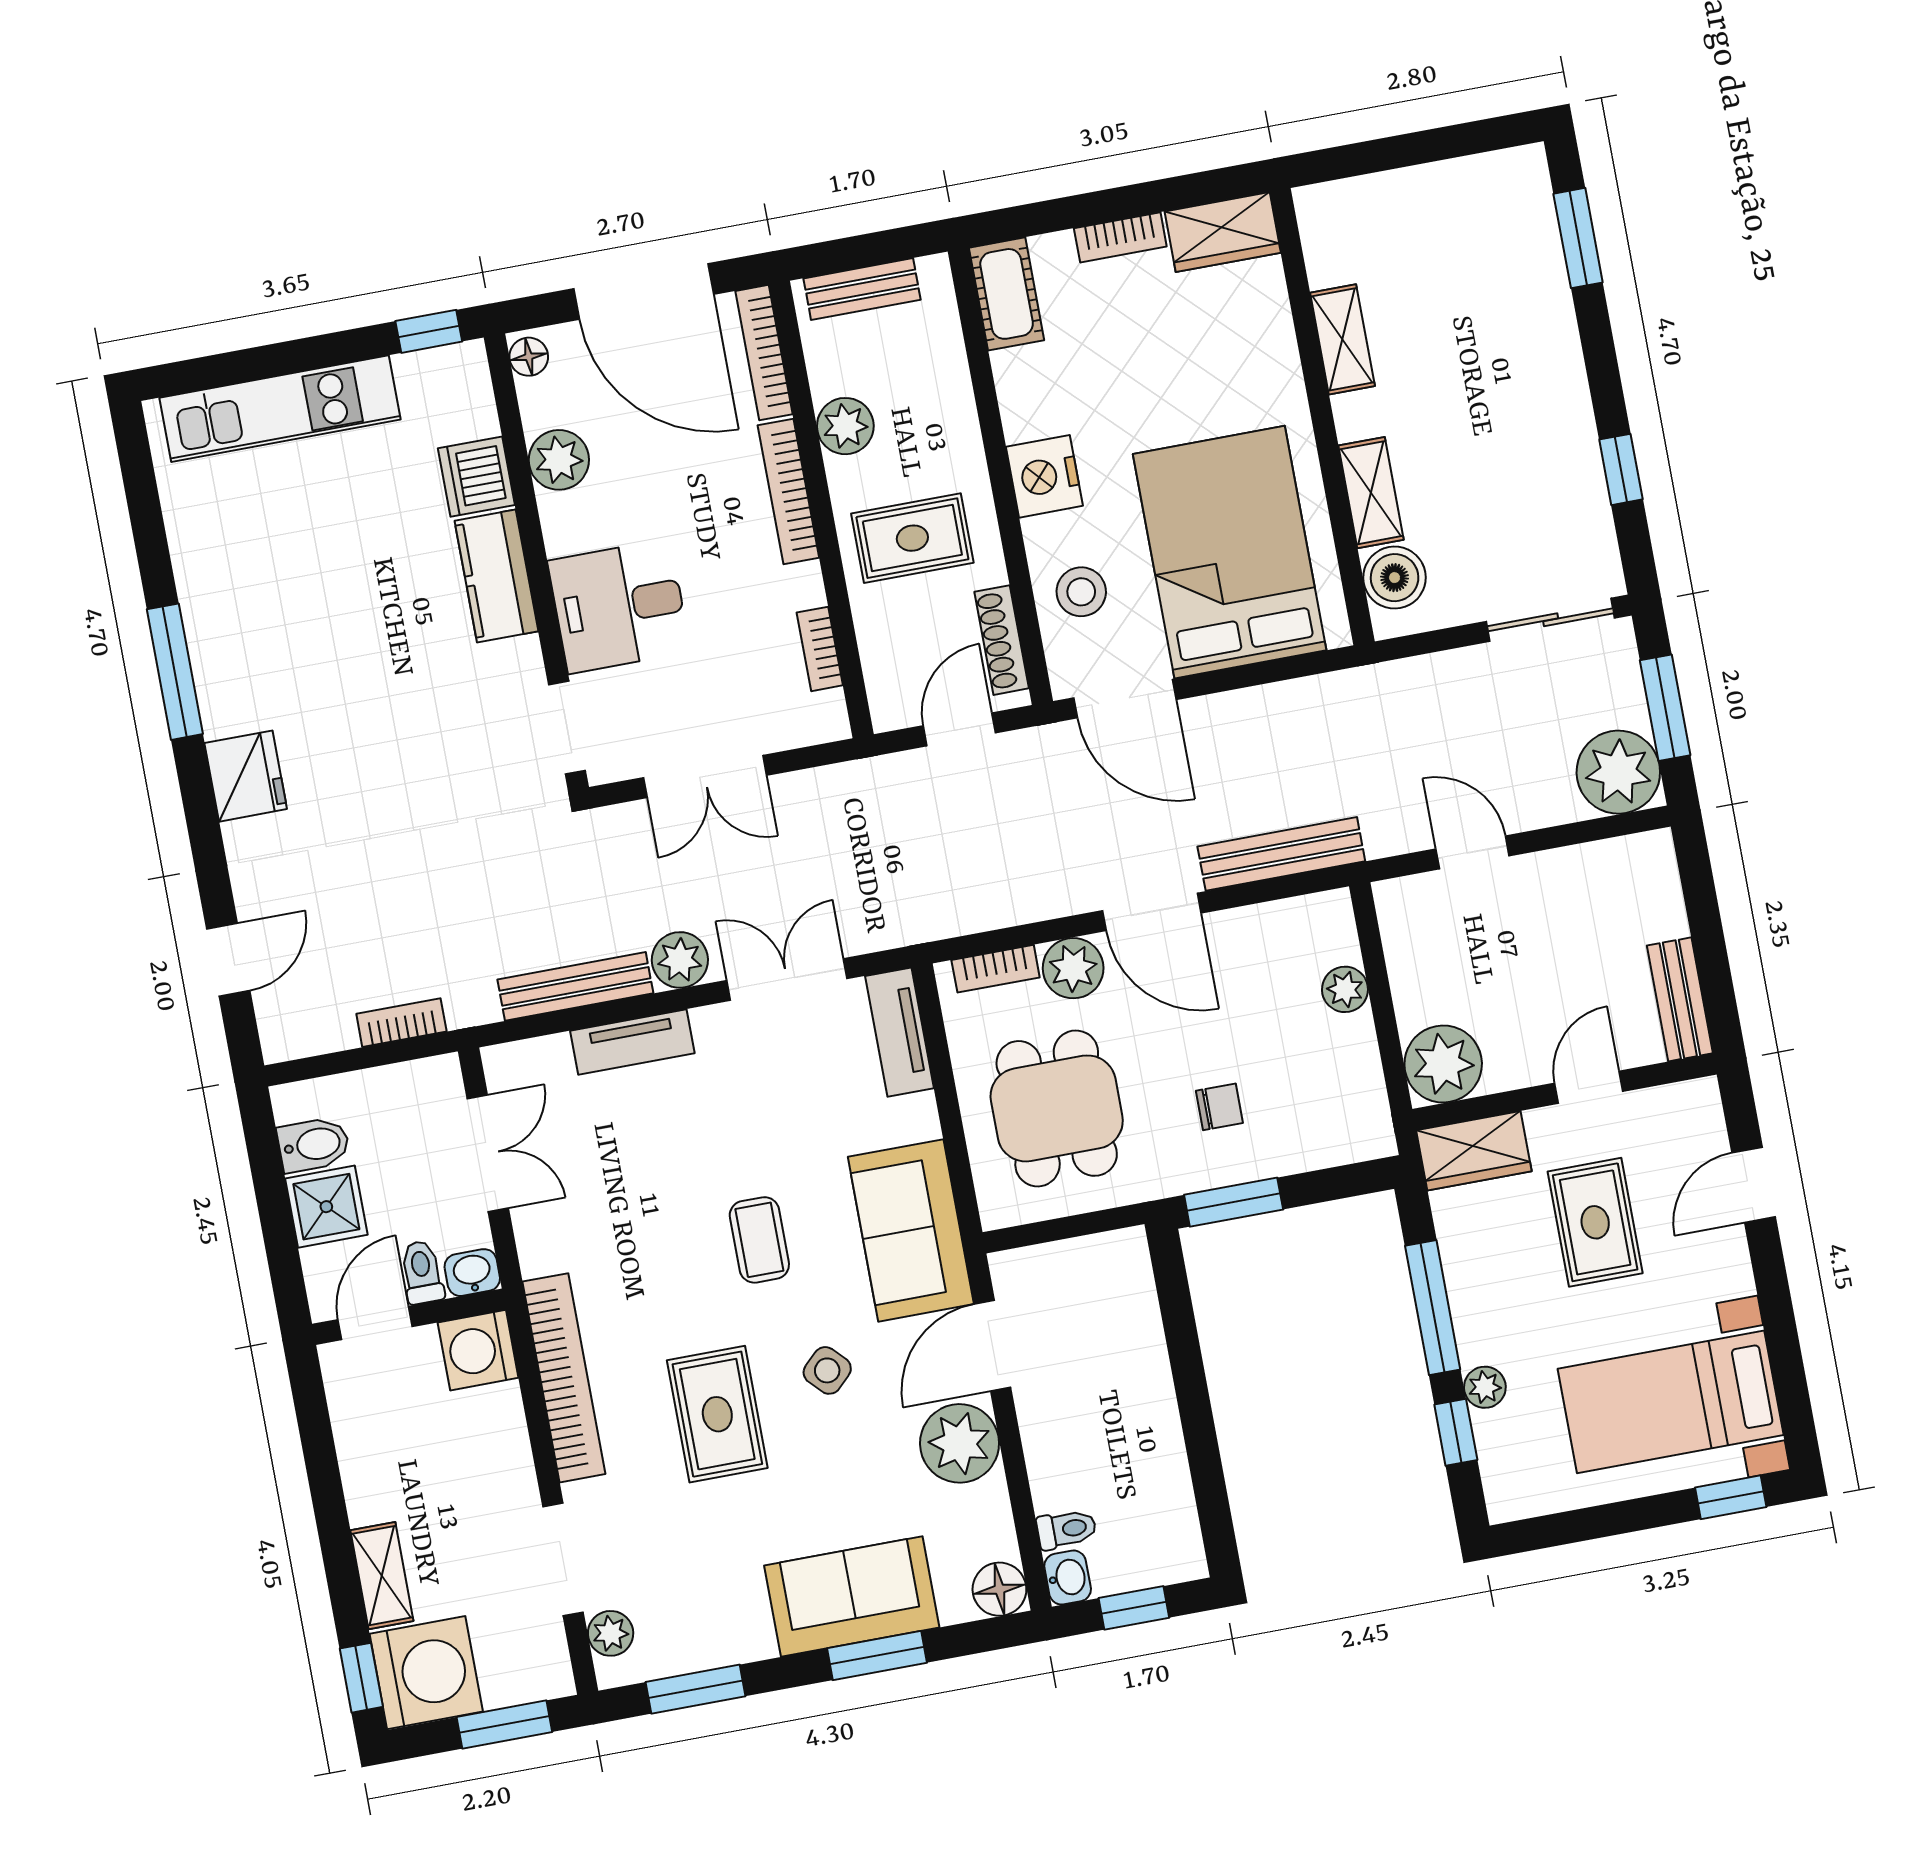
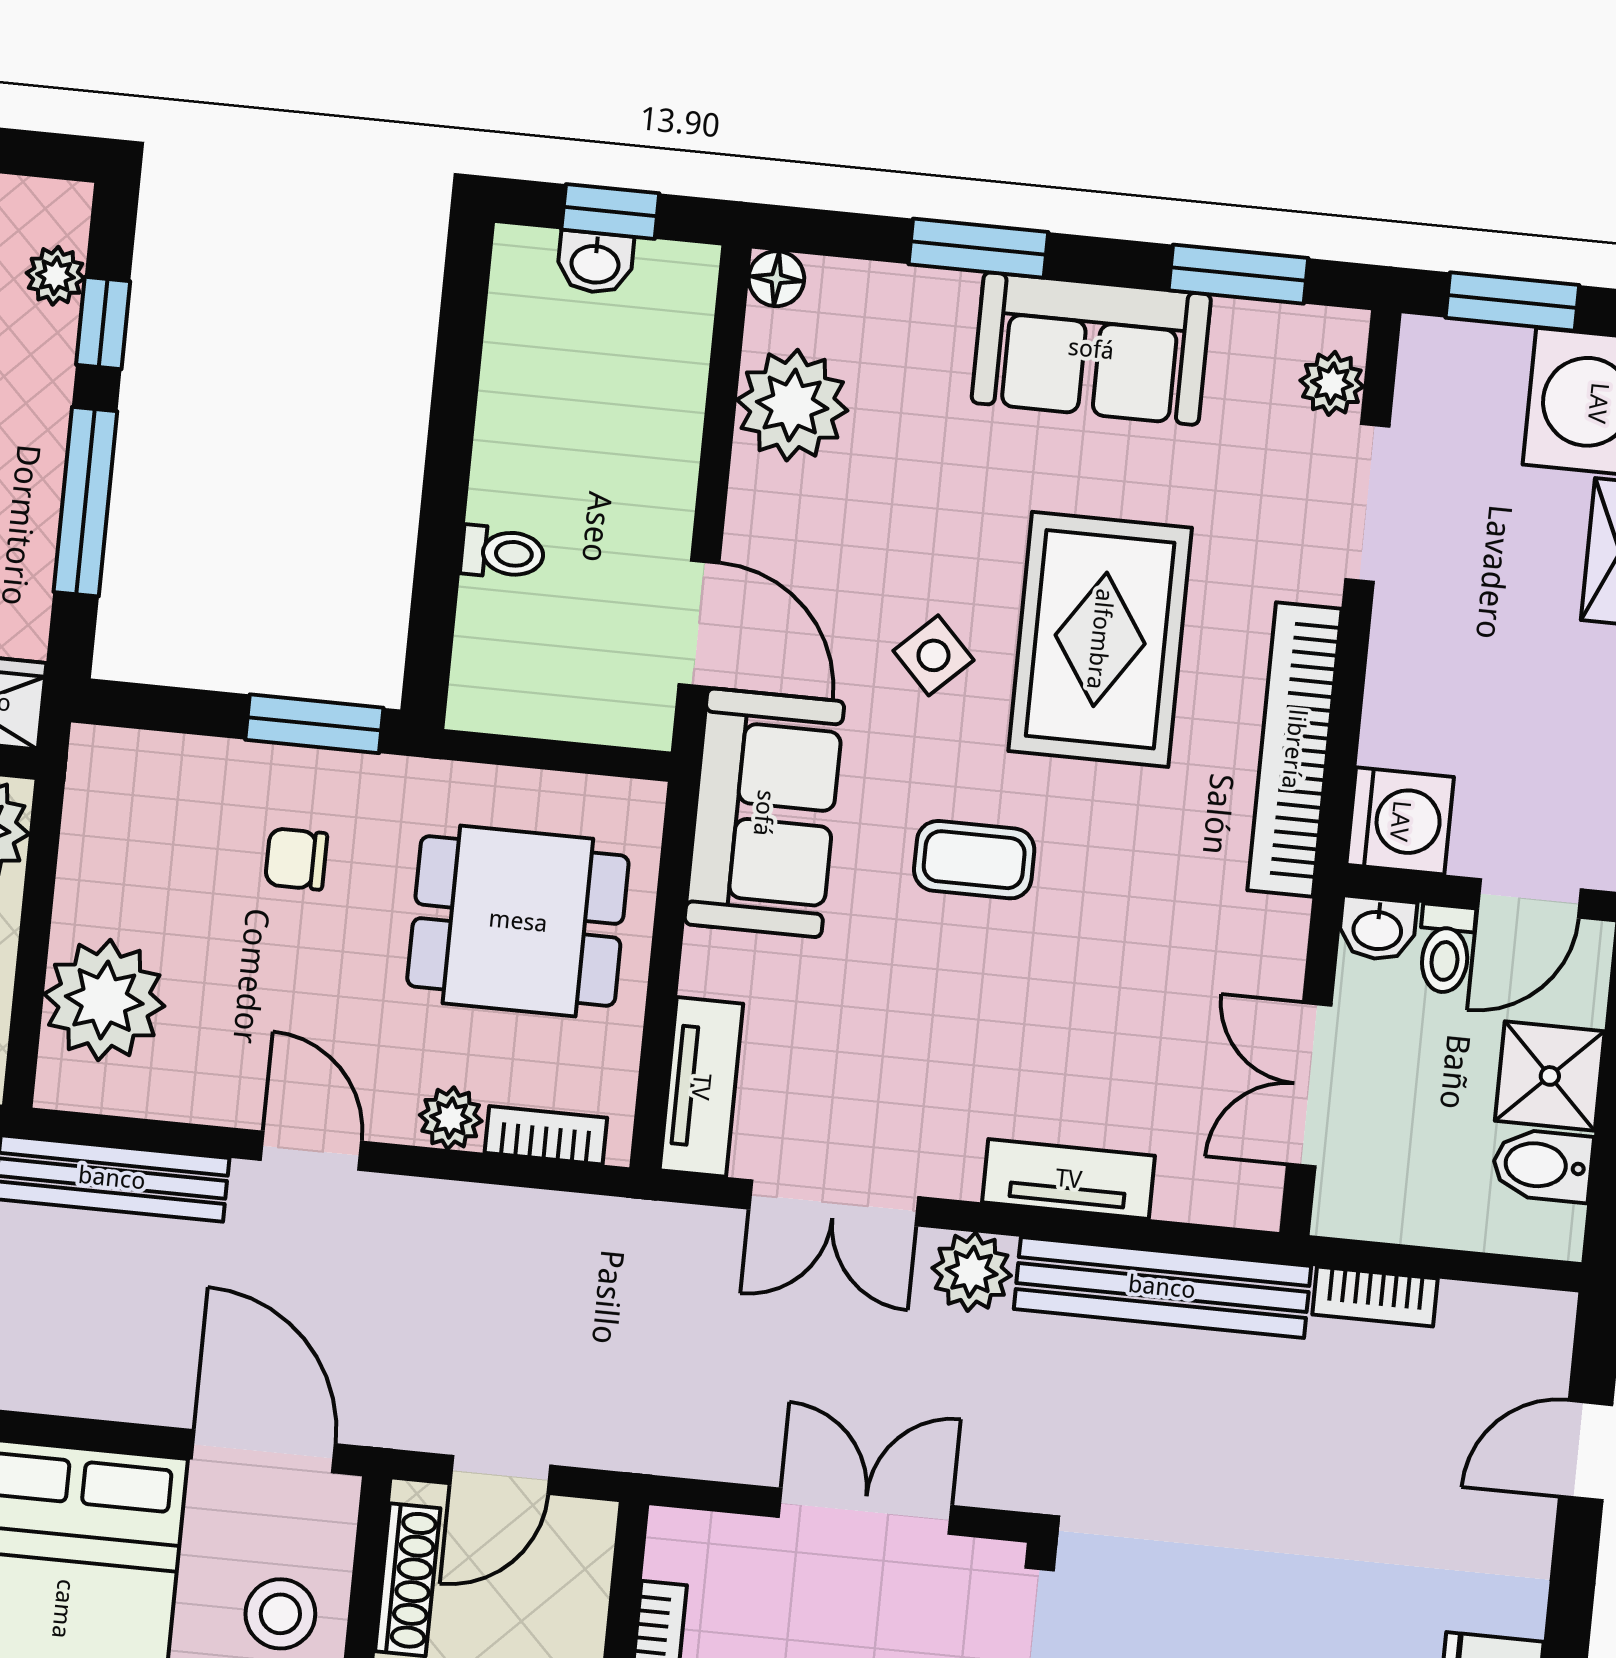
door: (1152, 912) -> (311, 1151), width x0.73
plant: (1073, 968) -> (451, 1118), width x0.73, depth x0.73
bench: (575, 986) -> (1162, 1287), width x1.37, depth x1.21
plant: (1345, 989) -> (104, 1000), width x1.88, depth x1.88
dining table: (1057, 1108) -> (518, 921), turned 90
coffee table: (759, 1240) -> (974, 860), turned 90
door: (992, 1346) -> (699, 624), hinge flipped
plant: (1485, 1387) -> (56, 276), moved
rug: (717, 1414) -> (1100, 639), width x1.36, depth x1.43
plant: (960, 1443) -> (792, 405), moved
toilet: (1067, 1529) -> (503, 553), moved, turned 180
washbasin: (1068, 1578) -> (595, 263), moved, turned -90
floor lamp: (999, 1589) -> (776, 279), width x0.73, depth x0.73
sofa: (852, 1596) -> (1091, 349), moved

